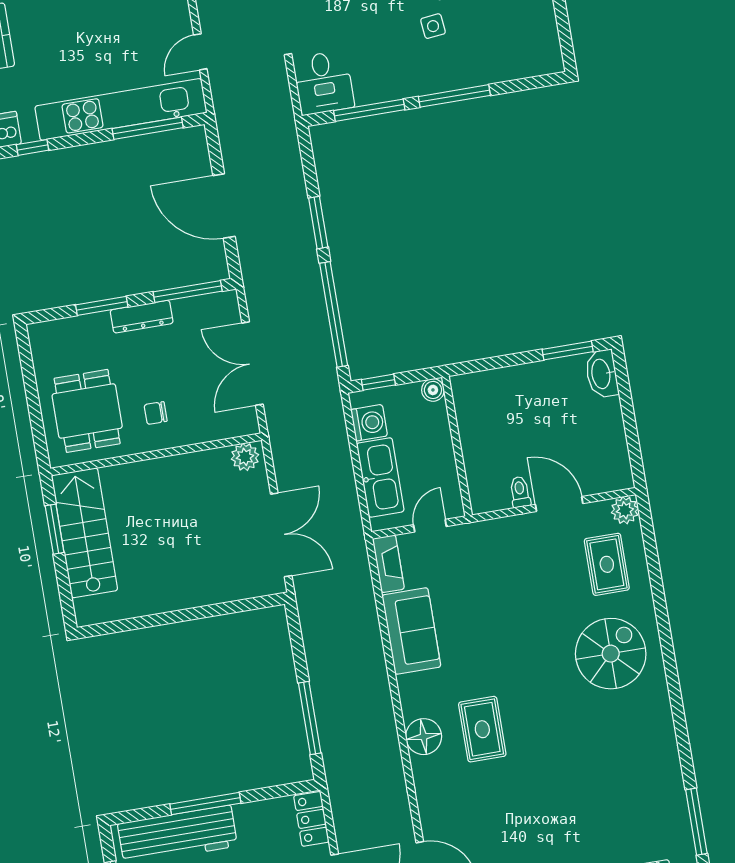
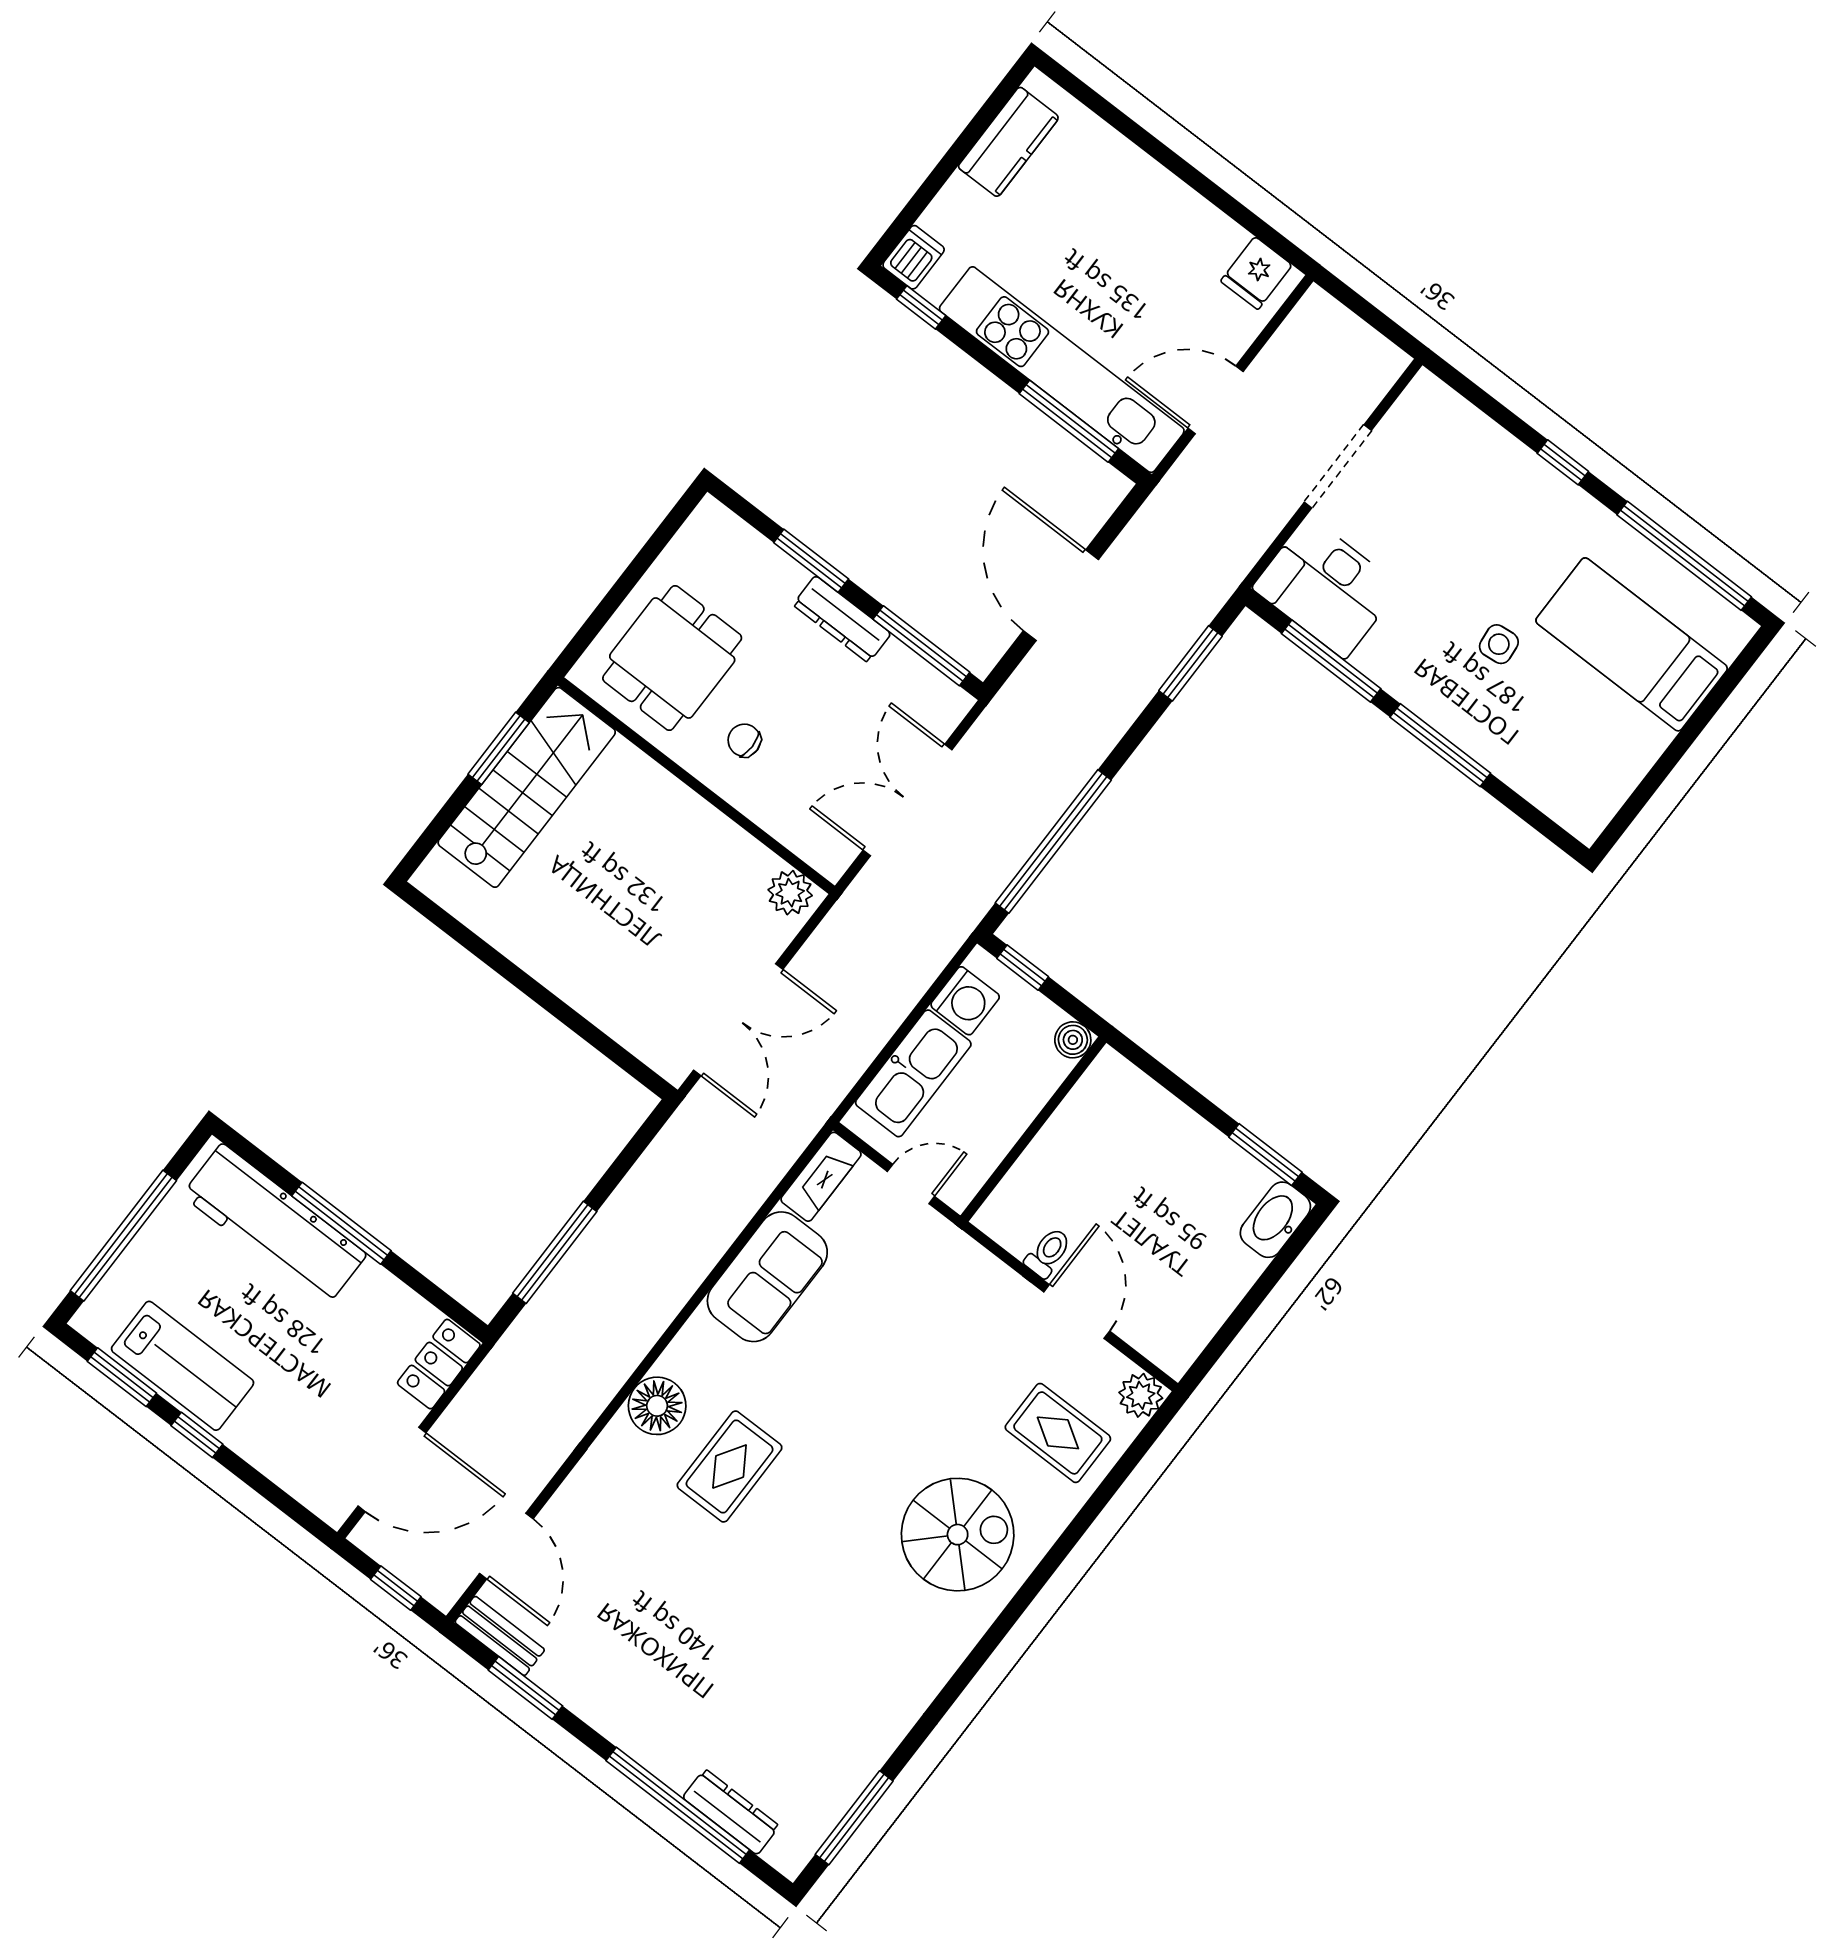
door: (200, 52) -> (1216, 400), width x1.38
desk: (323, 83) -> (1326, 587), width x1.37
window: (318, 223) -> (1190, 663), moved
rug: (607, 564) -> (1058, 1433), turned 90

